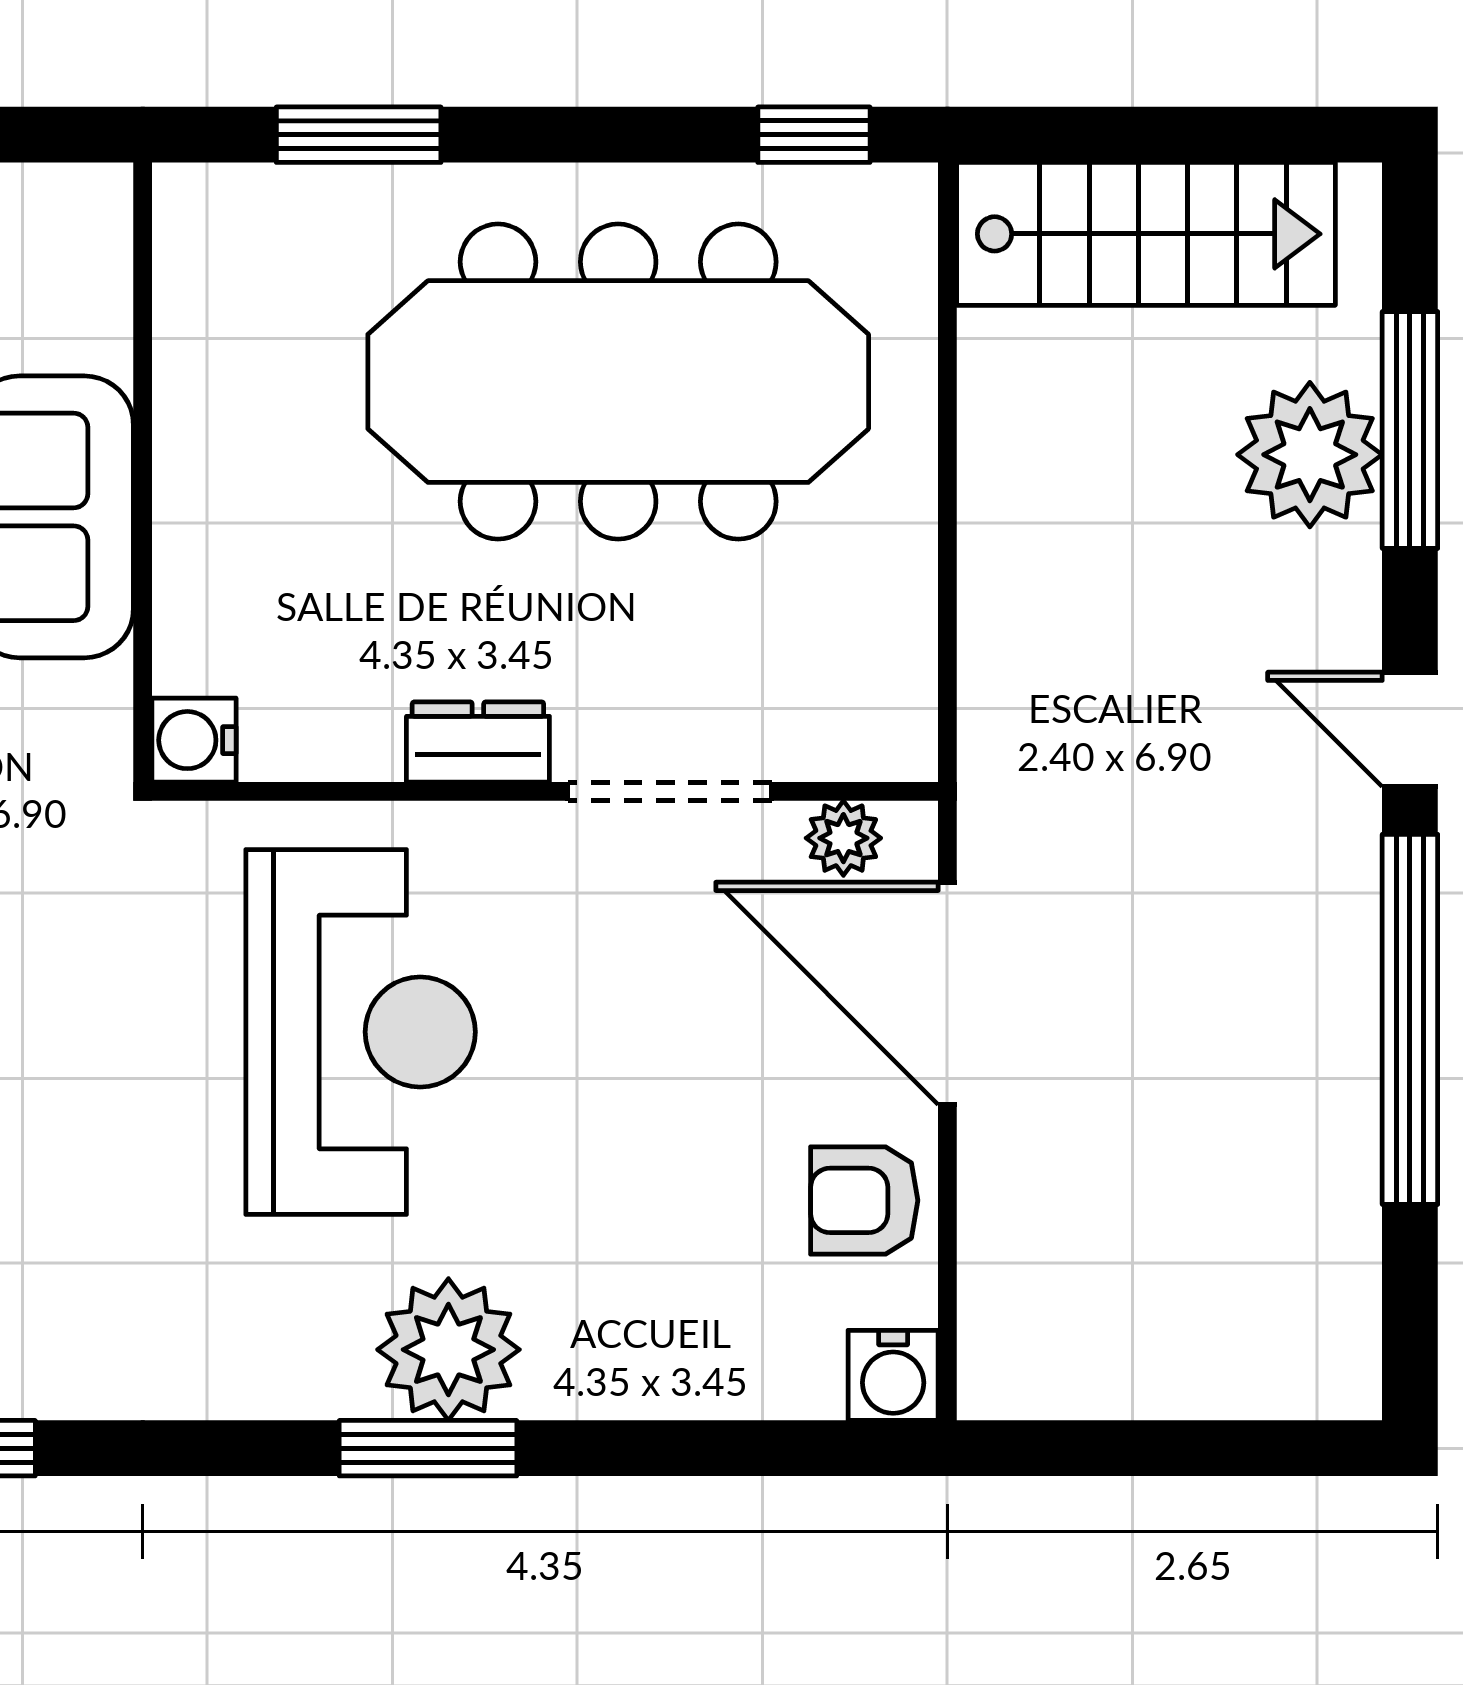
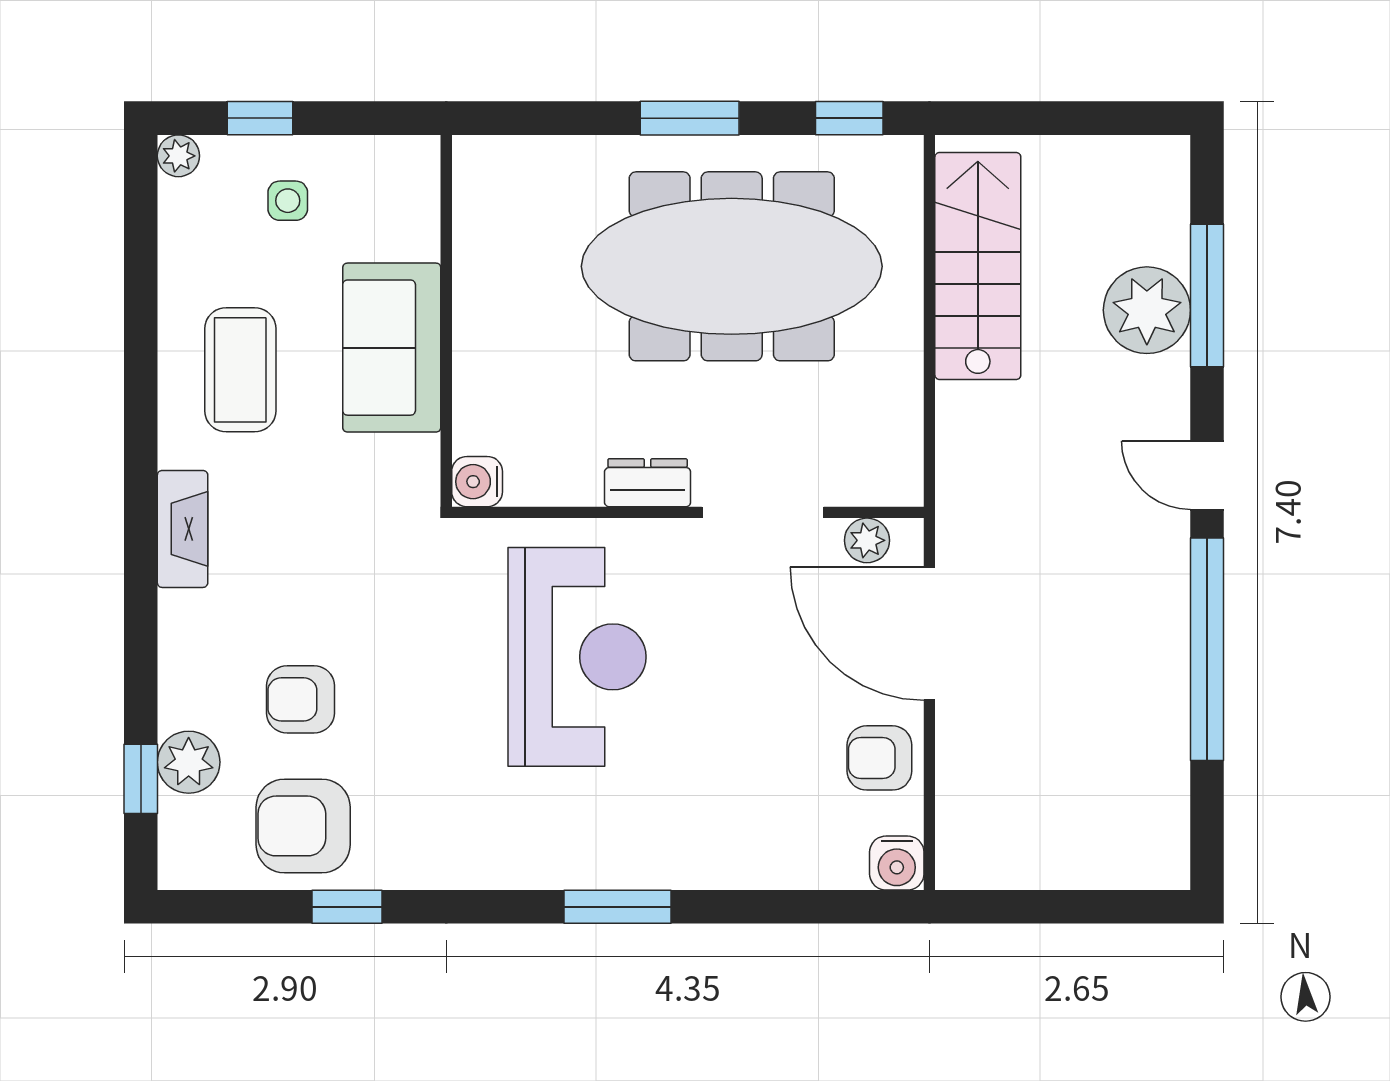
window: (359, 135) -> (690, 118), moved
stairs: (1146, 234) -> (978, 266), moved, turned -90
plant: (448, 1350) -> (630, 847), removed

